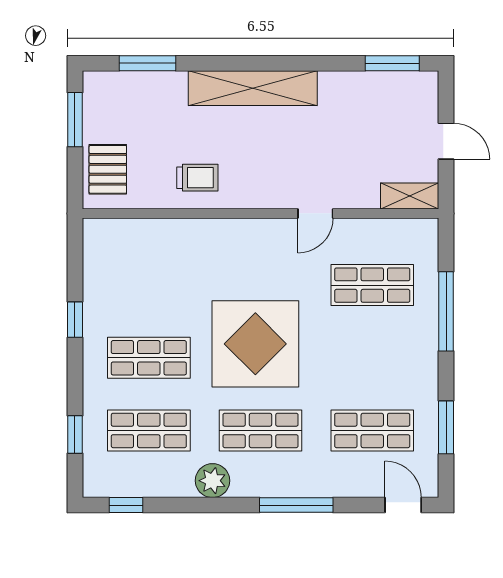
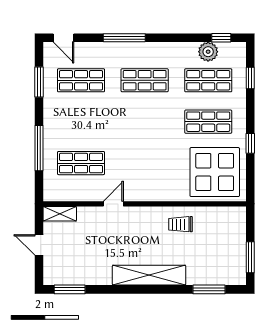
pallet: (108, 169) -> (232, 229), removed
display table: (255, 344) -> (215, 172), moved
plant: (212, 481) -> (208, 52), moved

